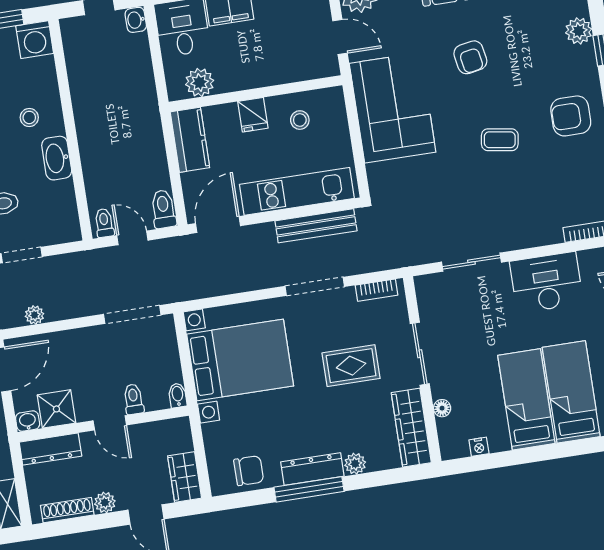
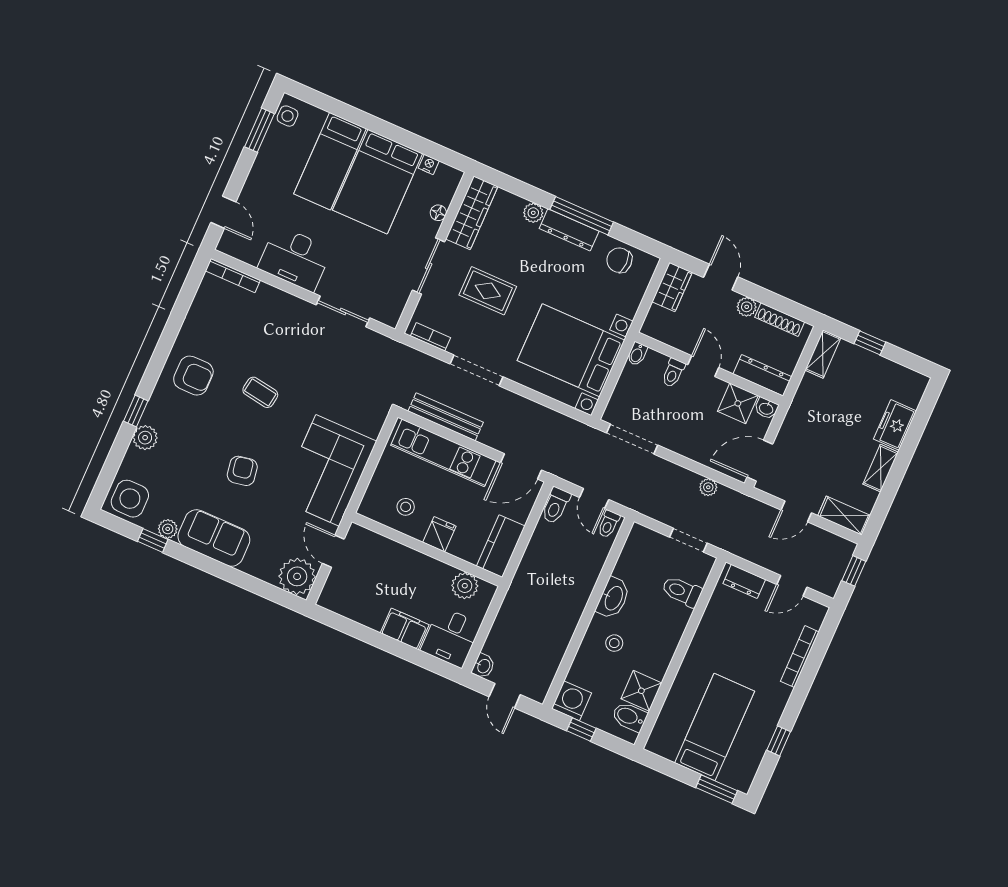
bed: (526, 399) -> (378, 182), width x1.50

